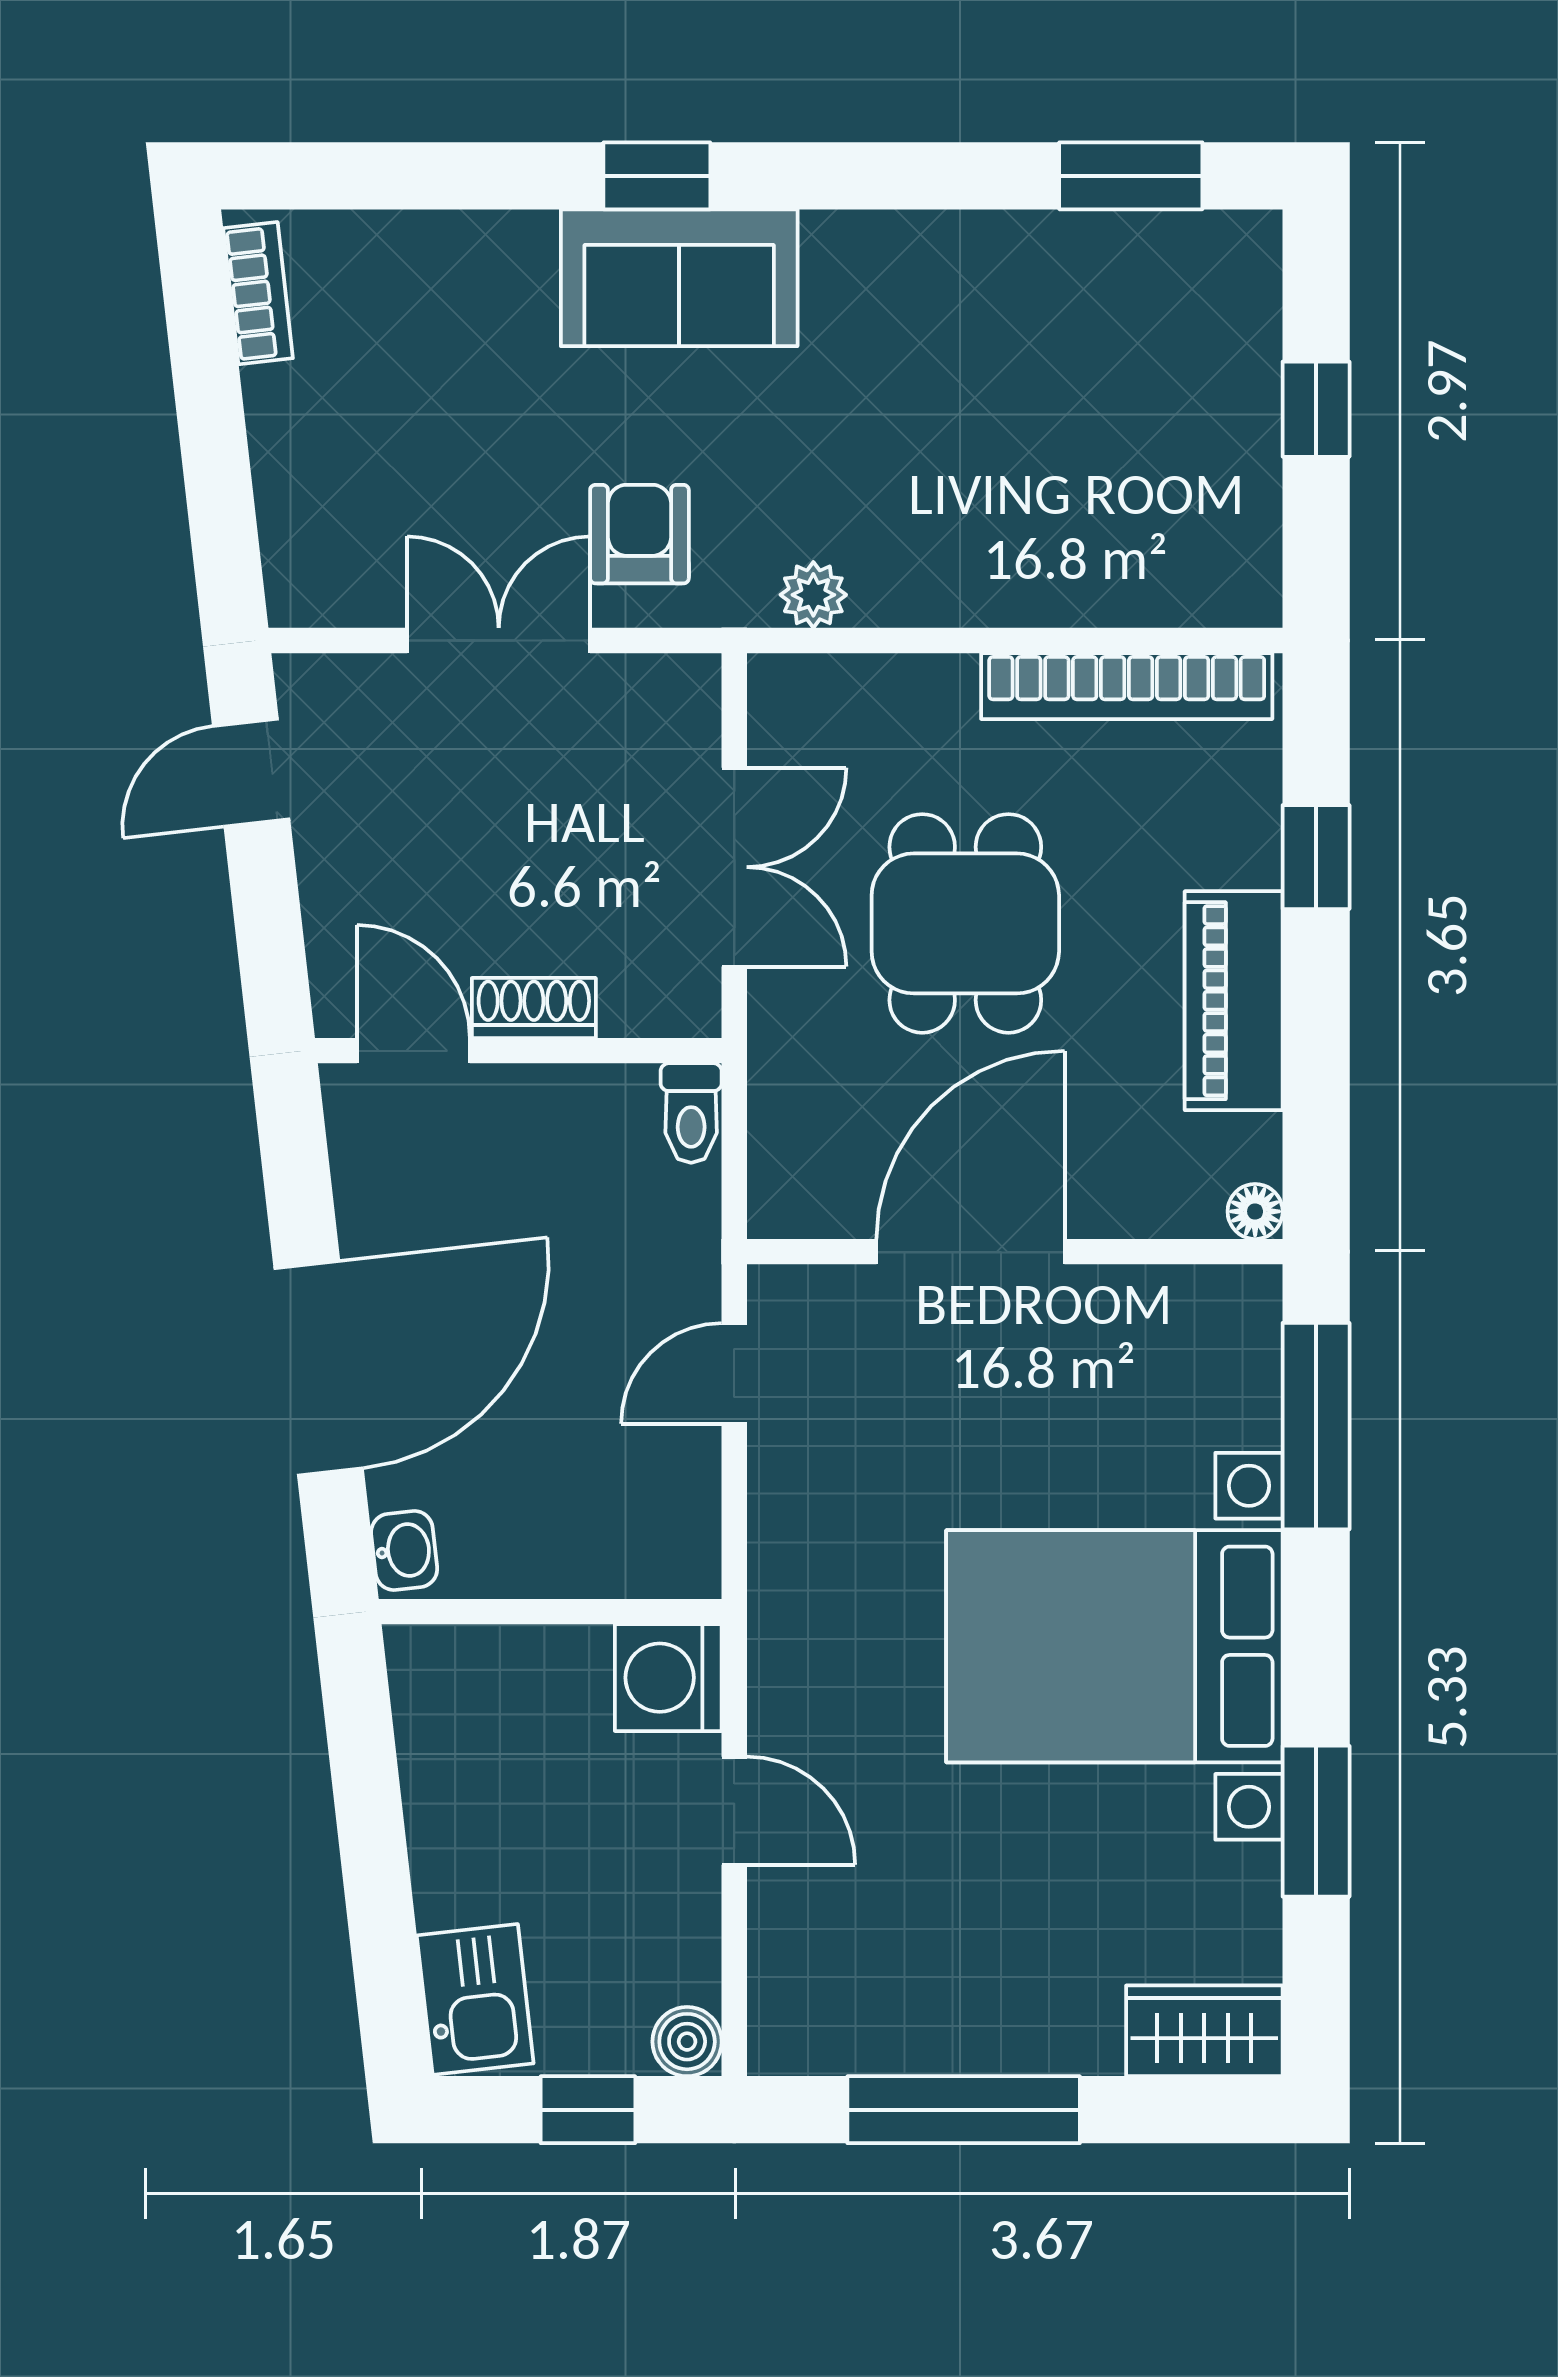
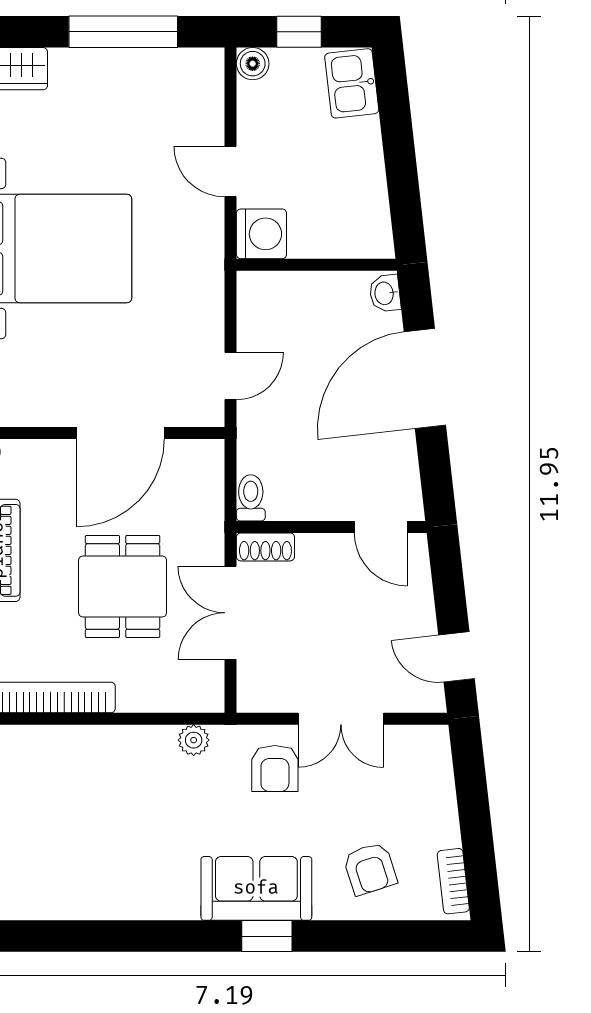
window: (1131, 176) -> (45, 936), removed
armchair: (436, 320) -> (370, 869), added
door: (251, 773) -> (457, 657), swing flipped
shoe rack: (534, 1008) -> (265, 547), moved

